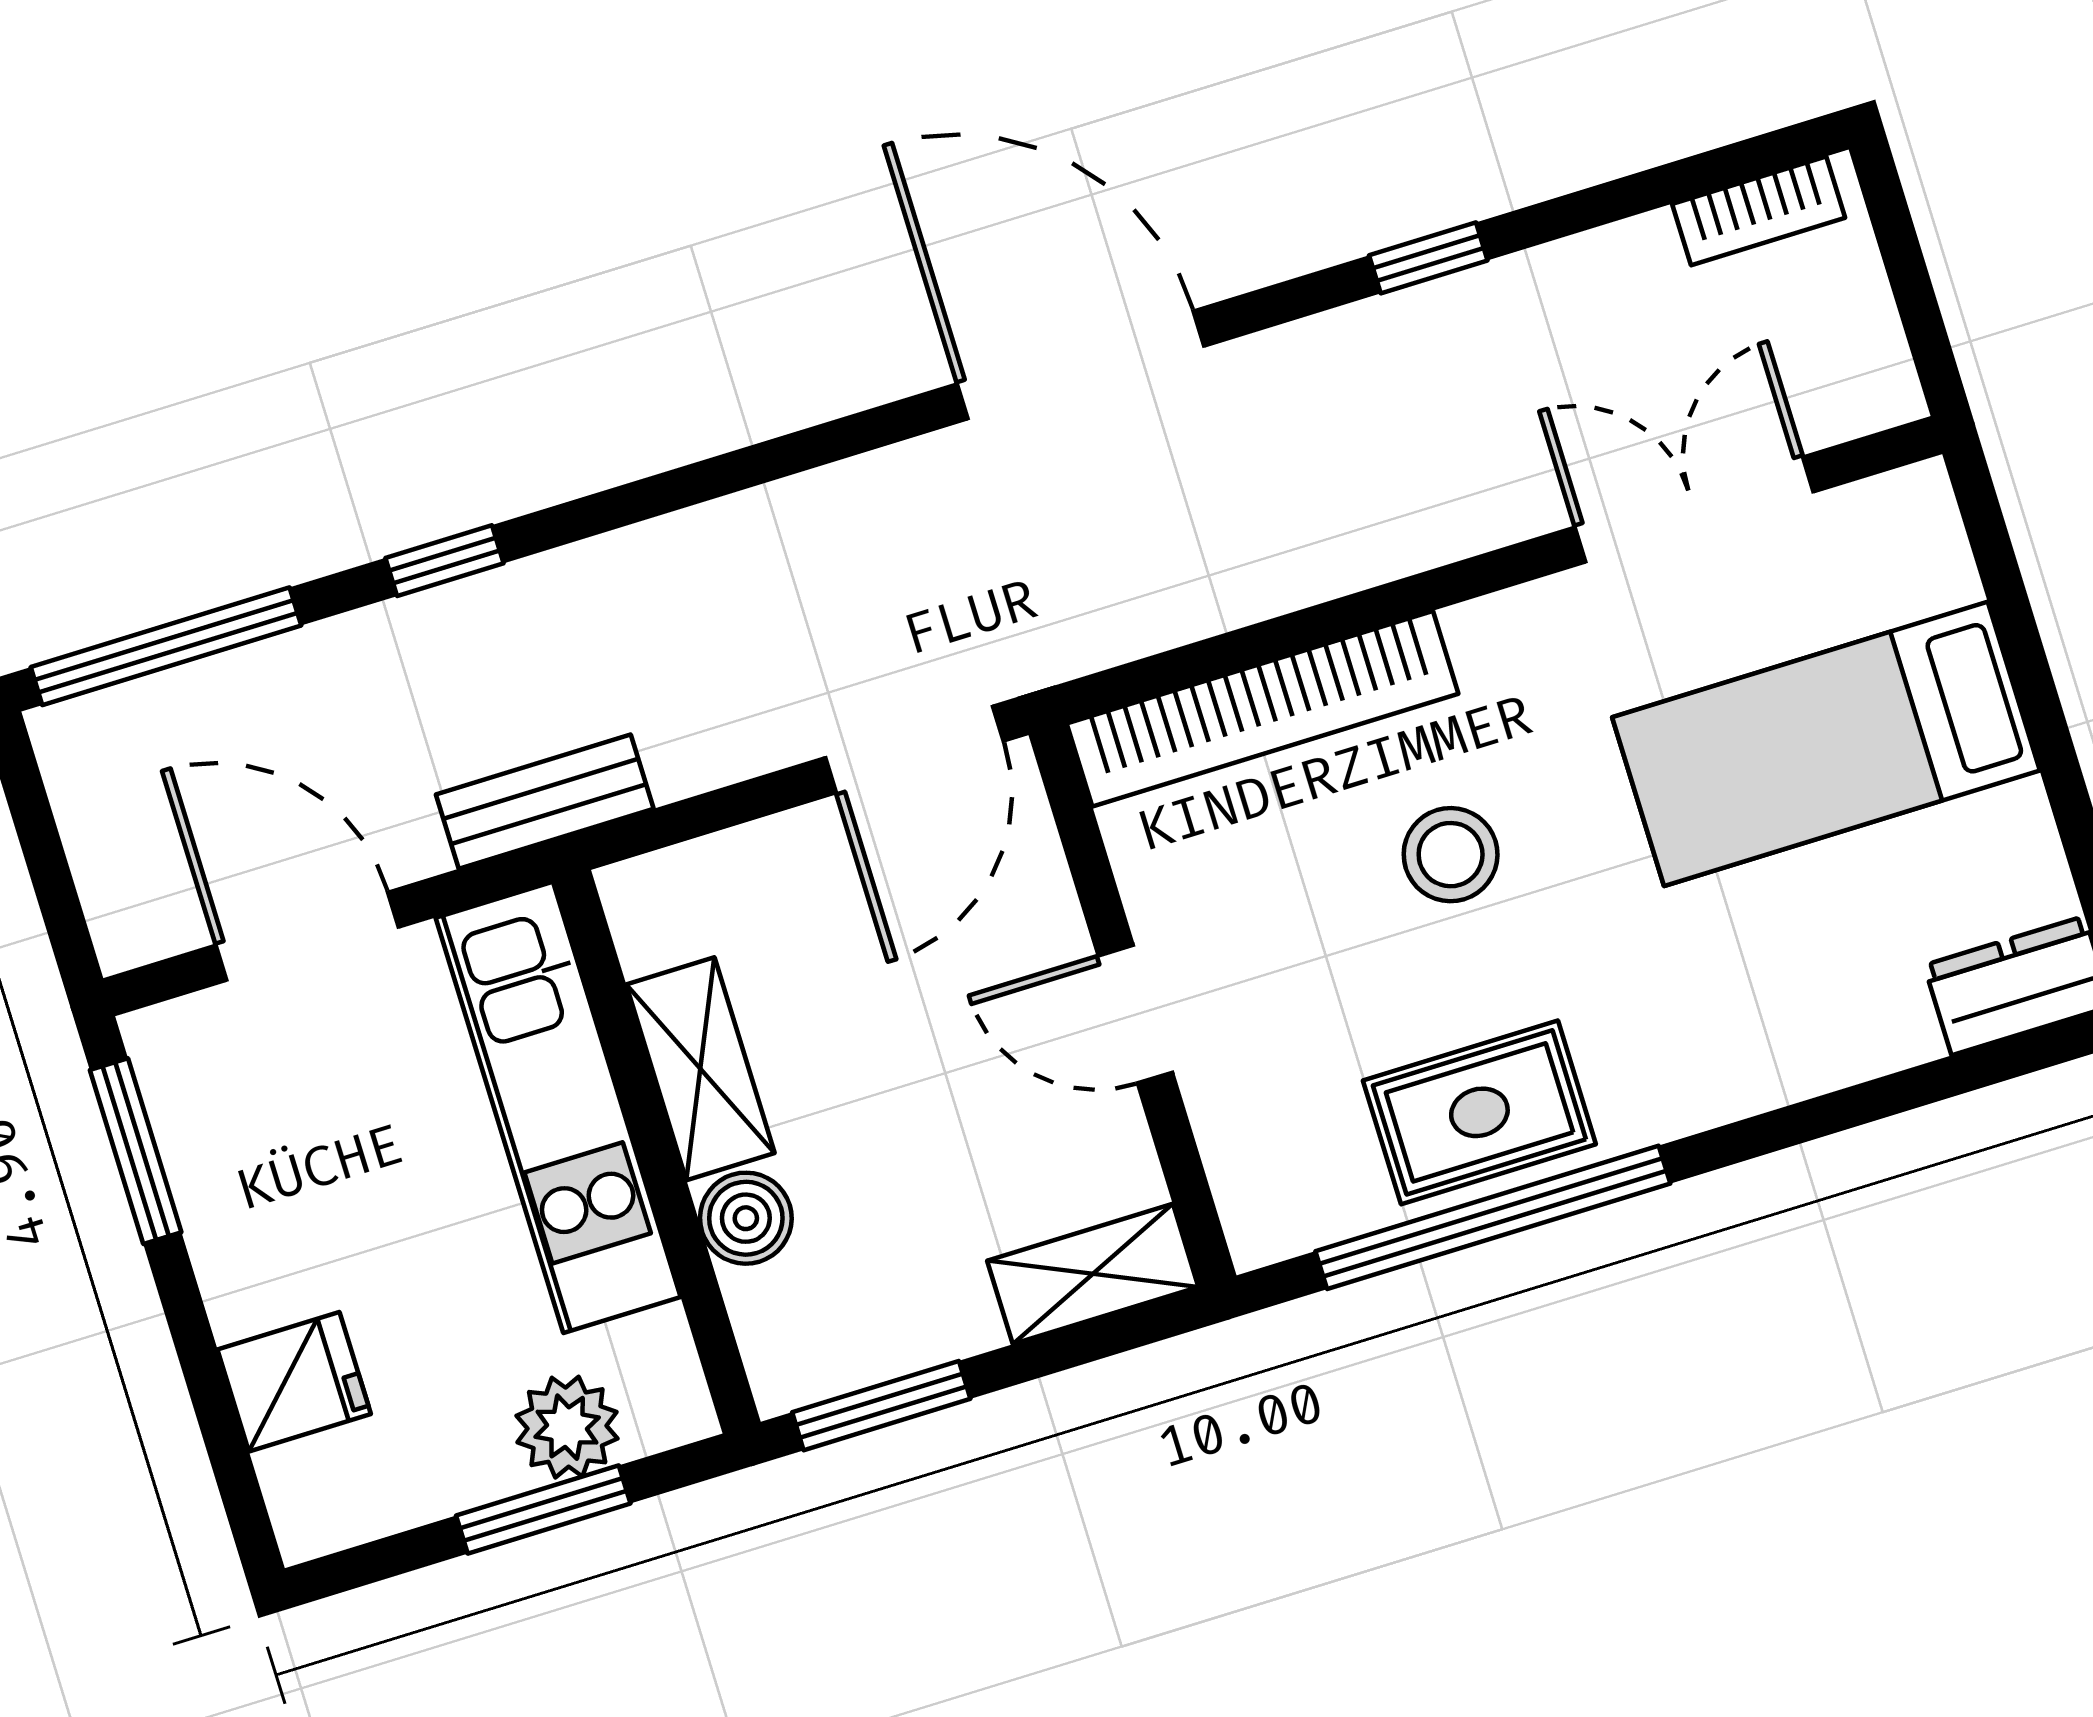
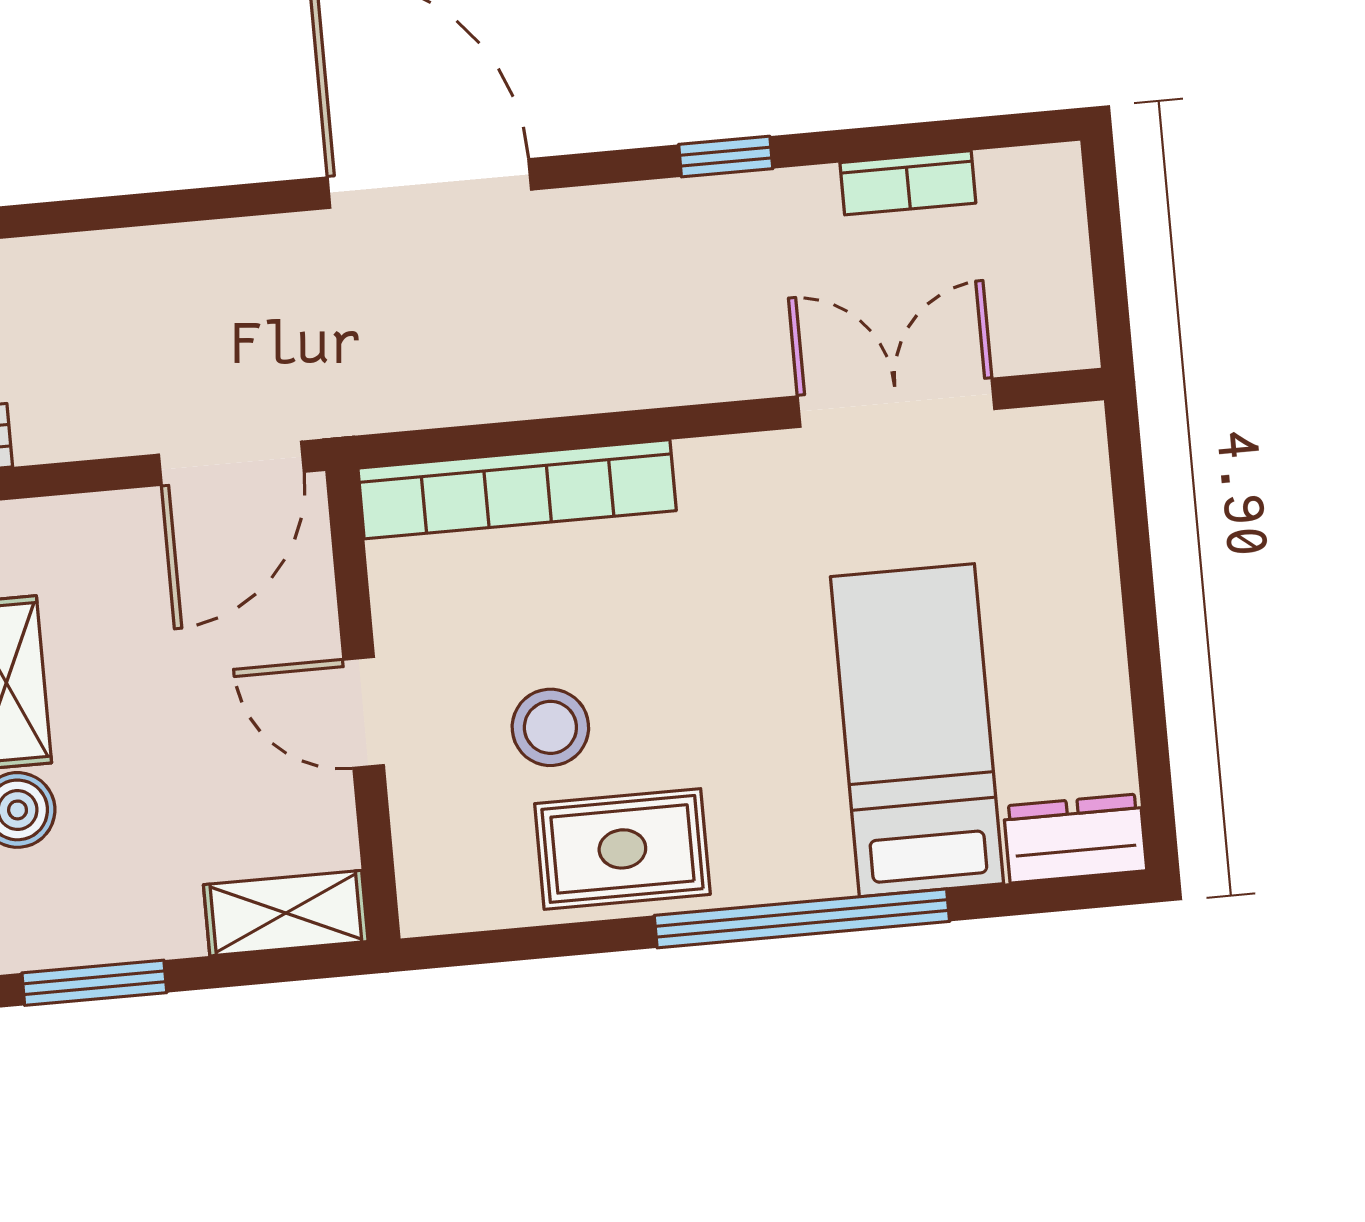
bookcase: (1759, 211) -> (908, 183), moved
bed: (1826, 744) -> (917, 730), moved, turned 90
stool: (1451, 855) -> (550, 727), moved
window: (1493, 1217) -> (802, 918), moved

